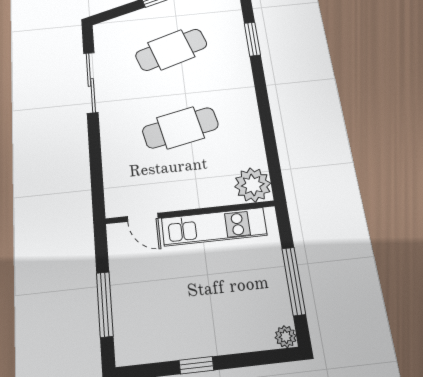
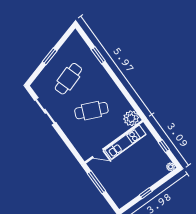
cafe table: (180, 128) -> (91, 111), turned 36
window: (294, 281) -> (164, 146), width x0.46
window: (105, 304) -> (96, 182), moved

